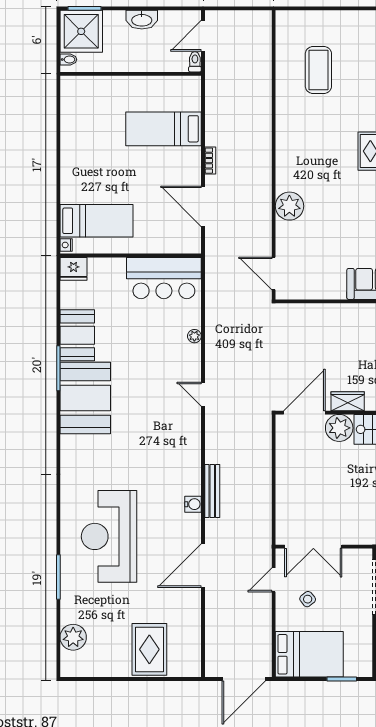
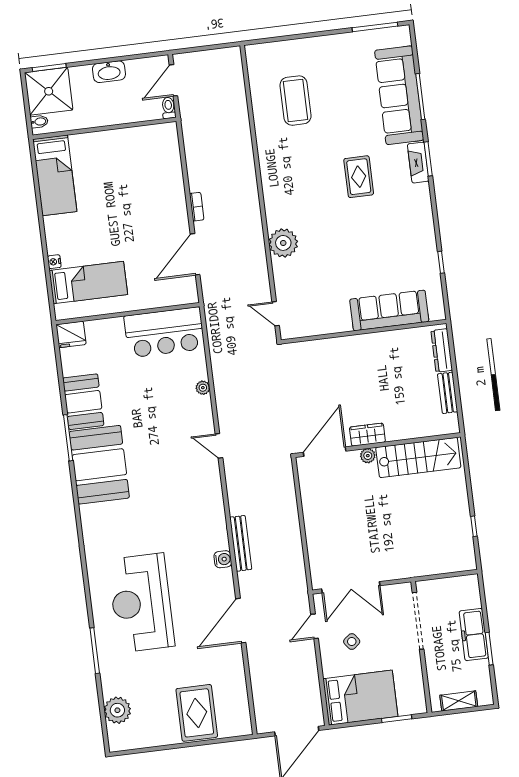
bed: (164, 129) -> (55, 175), moved, turned -90
door: (203, 206) -> (195, 254), hinge flipped
nightstand: (66, 245) -> (54, 262), moved
door: (274, 273) -> (276, 314), width x0.73
plant: (339, 428) -> (368, 456), width x0.53, depth x0.53

